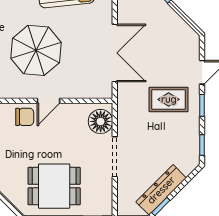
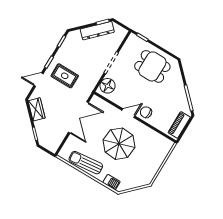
wardrobe: (180, 29) -> (37, 109), added
double door: (115, 53) -> (78, 117), swing flipped

